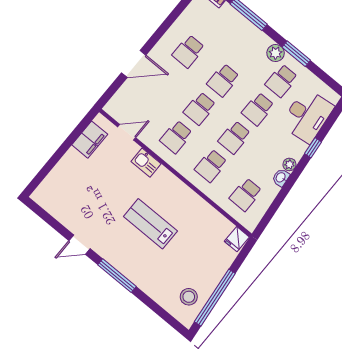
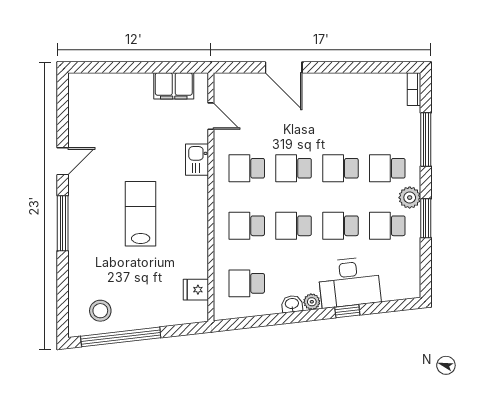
school desk: (188, 51) -> (387, 168), moved
desk: (307, 116) -> (349, 282), moved
fridge: (237, 239) -> (196, 290), moved
door: (79, 245) -> (63, 161), swing flipped

